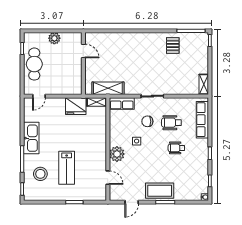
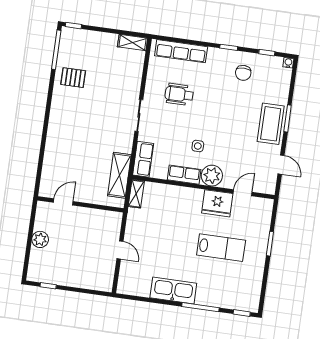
cafe table: (34, 64) -> (72, 272), removed
door: (39, 96) -> (120, 250), moved
fridge: (76, 106) -> (217, 203), moved, turned 90
chair: (147, 121) -> (243, 73), moved
wheelchair: (171, 123) -> (179, 94), turned 90
row of seats: (115, 134) -> (184, 175), added
wheelchair: (176, 148) -> (215, 92), removed
stool: (40, 174) -> (224, 285), removed

